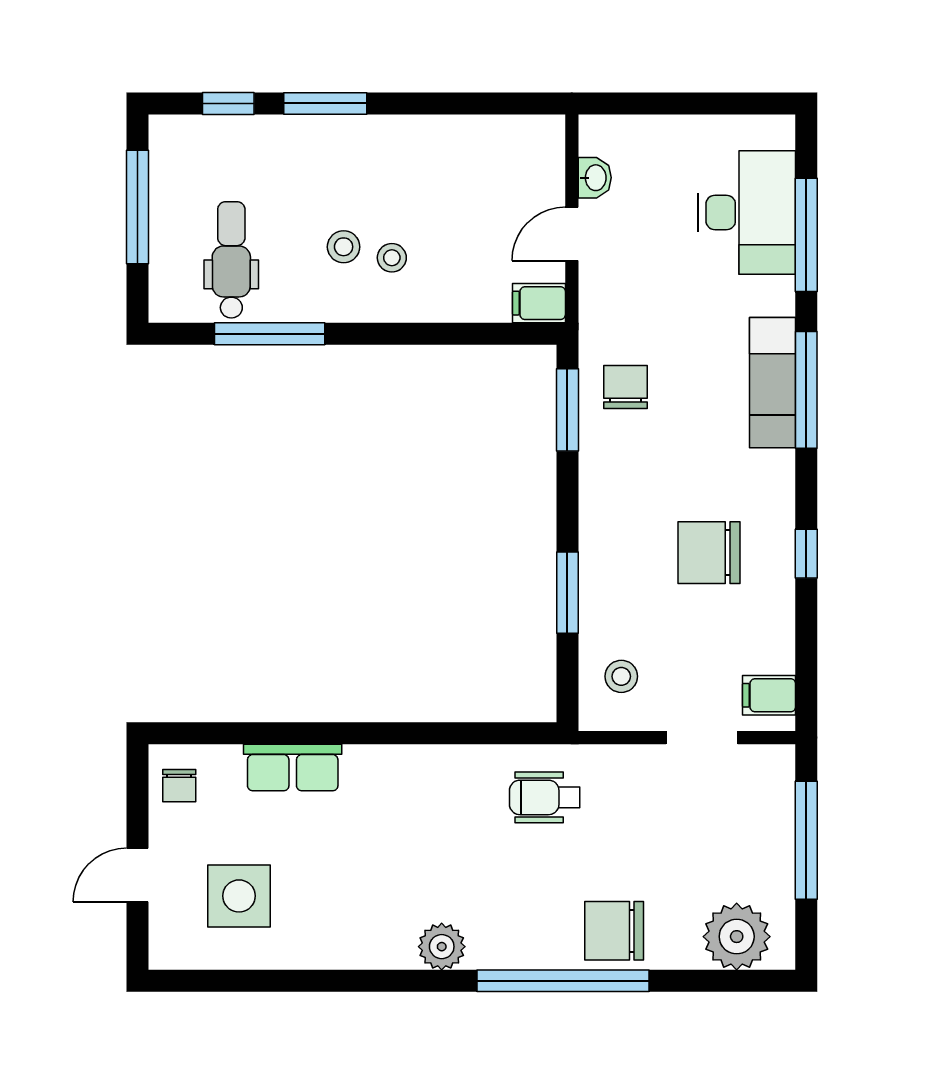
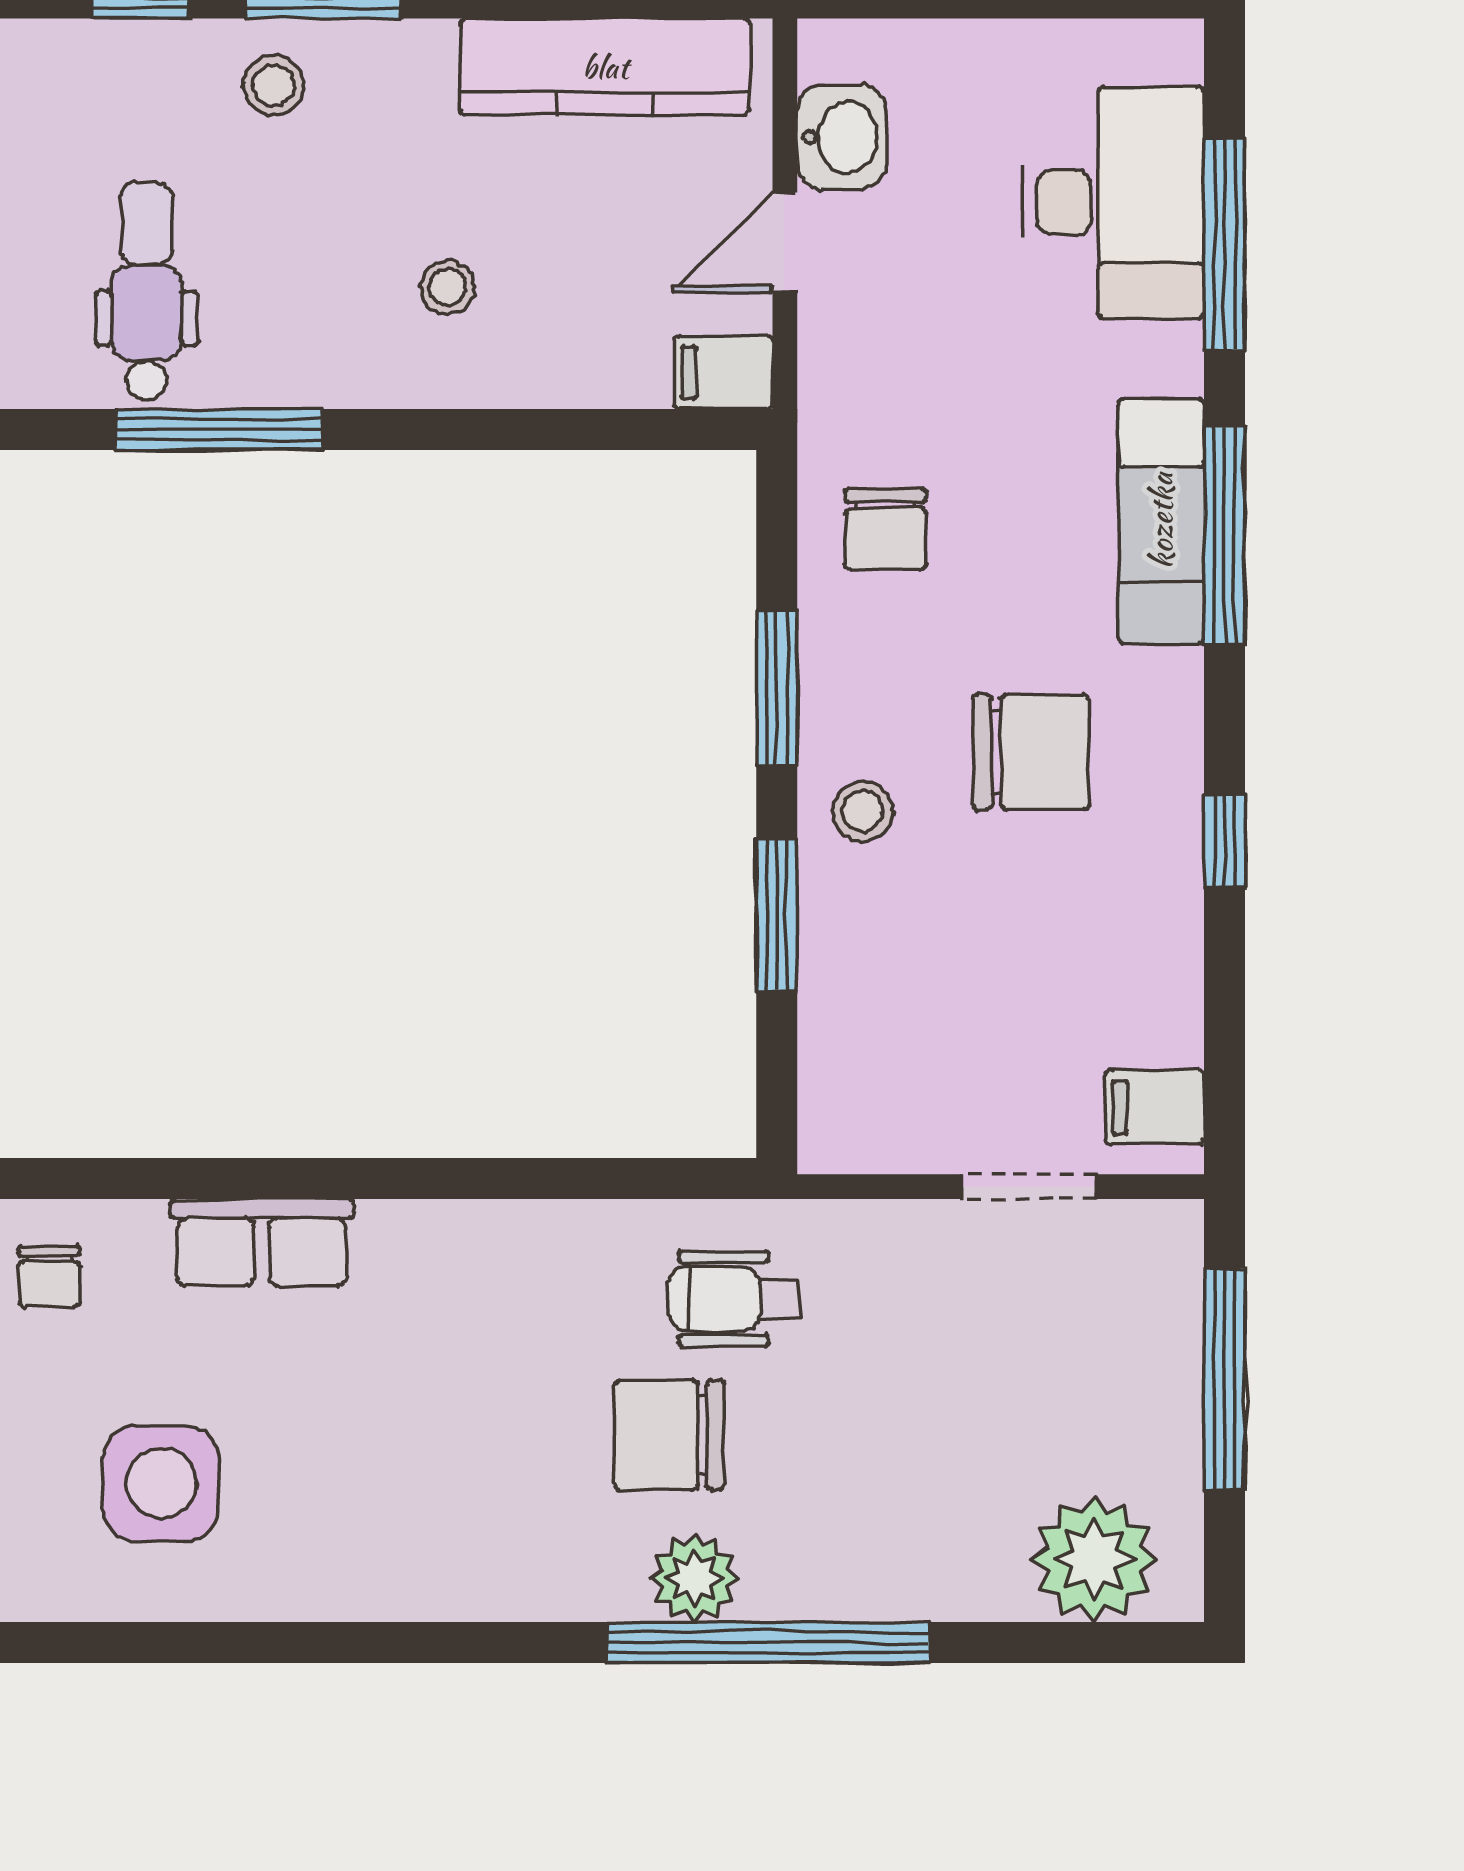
kitchen counter: (476, 140) -> (605, 67), added
washbasin: (595, 178) -> (842, 137), width x1.38, depth x1.45
stool: (344, 247) -> (274, 85), moved
chair: (625, 387) -> (885, 530), turned 180
window: (567, 410) -> (777, 687), moved
chair: (709, 553) -> (1031, 752), moved, turned 180
stool: (621, 676) -> (862, 811), moved
chair: (614, 931) -> (669, 1435), moved
plant: (442, 947) -> (694, 1578), moved

